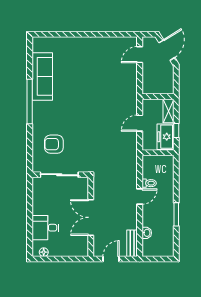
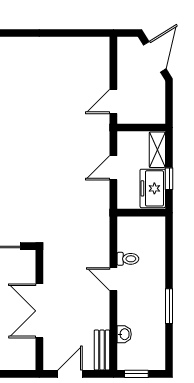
door: (140, 55) -> (113, 101), moved
door: (140, 197) -> (113, 279), swing flipped
window: (155, 259) -> (136, 374), added

